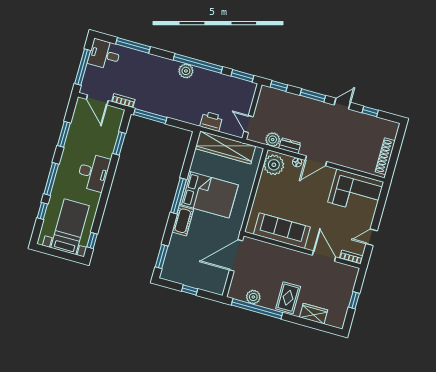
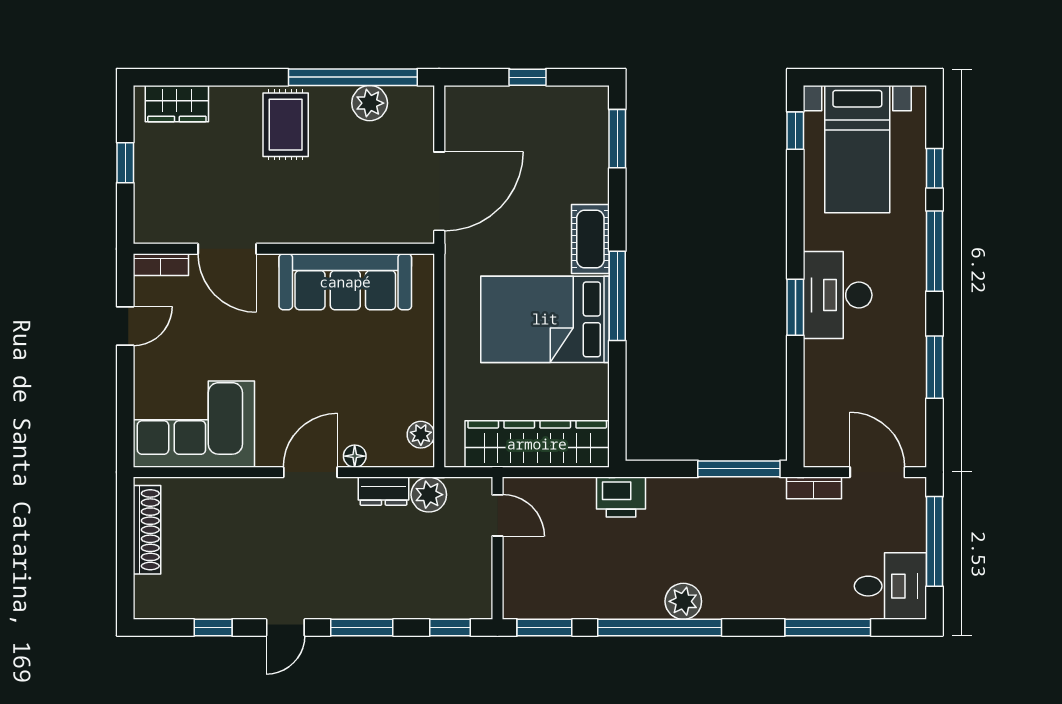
printer: (211, 121) -> (621, 497), moved
window: (119, 143) -> (795, 307), moved
plant: (274, 165) -> (421, 435), width x0.53, depth x0.53
wardrobe: (314, 314) -> (177, 104), moved

